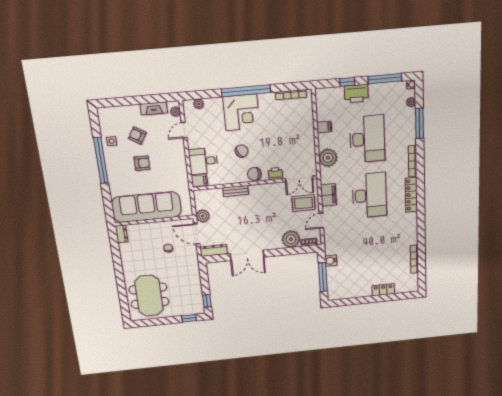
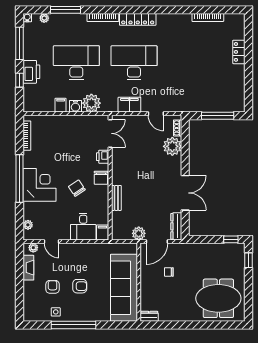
armchair: (137, 135) -> (53, 287), turned 149
armchair: (142, 163) -> (80, 286), turned 90
rug: (303, 203) -> (135, 131), removed
water cooler: (331, 261) -> (75, 106), moved

